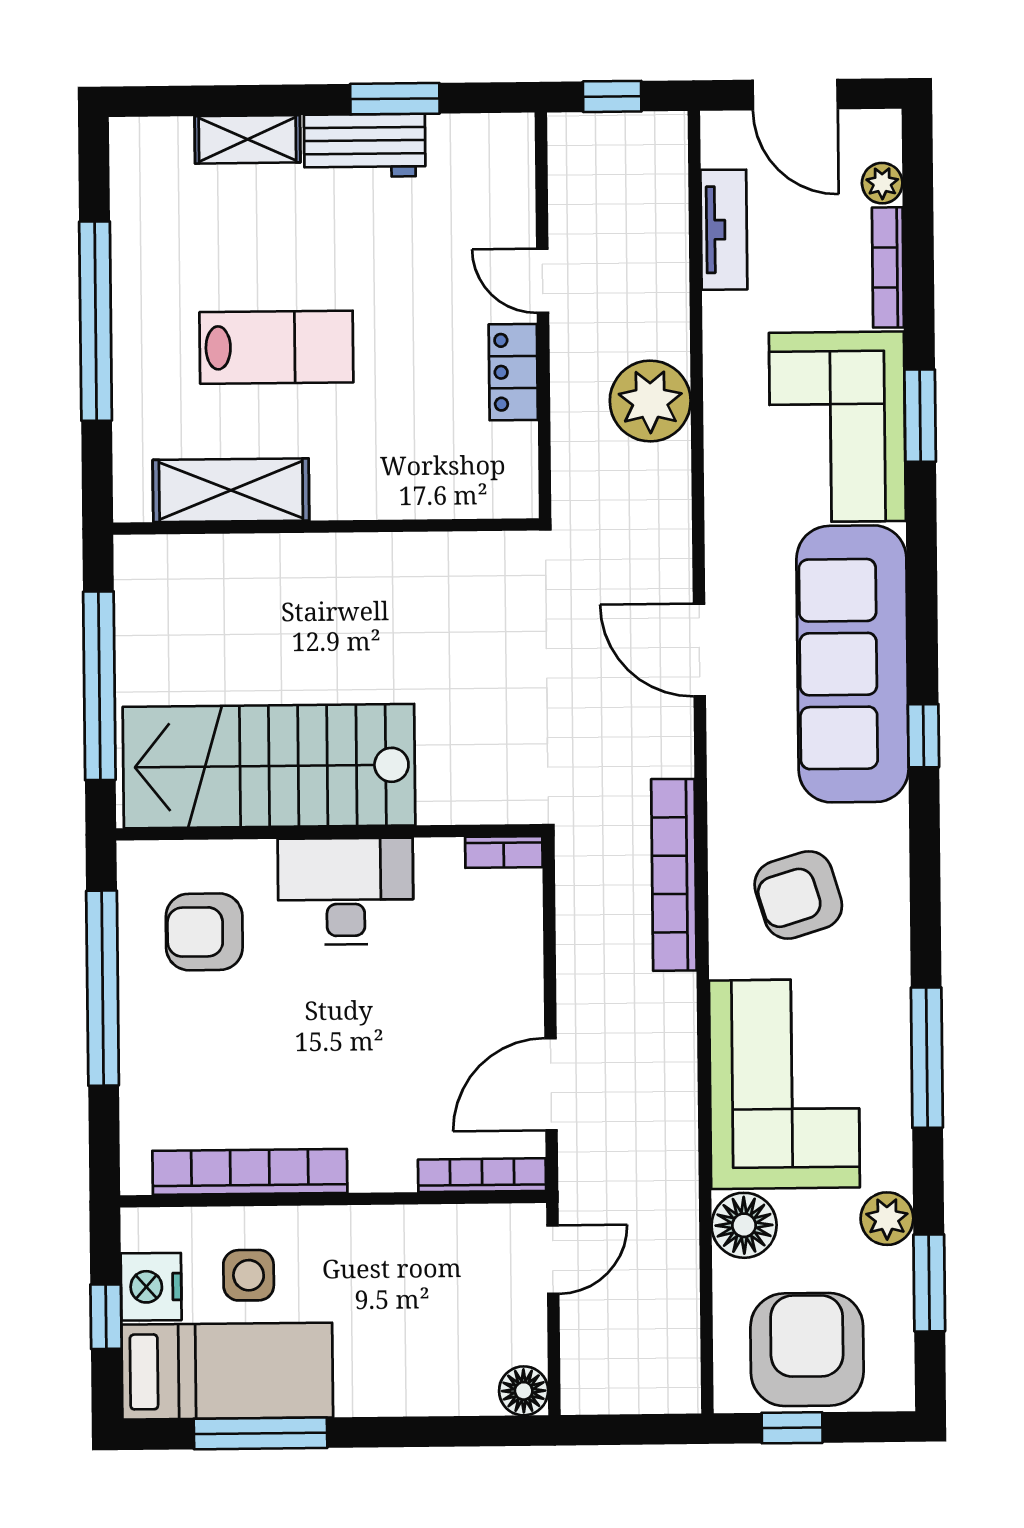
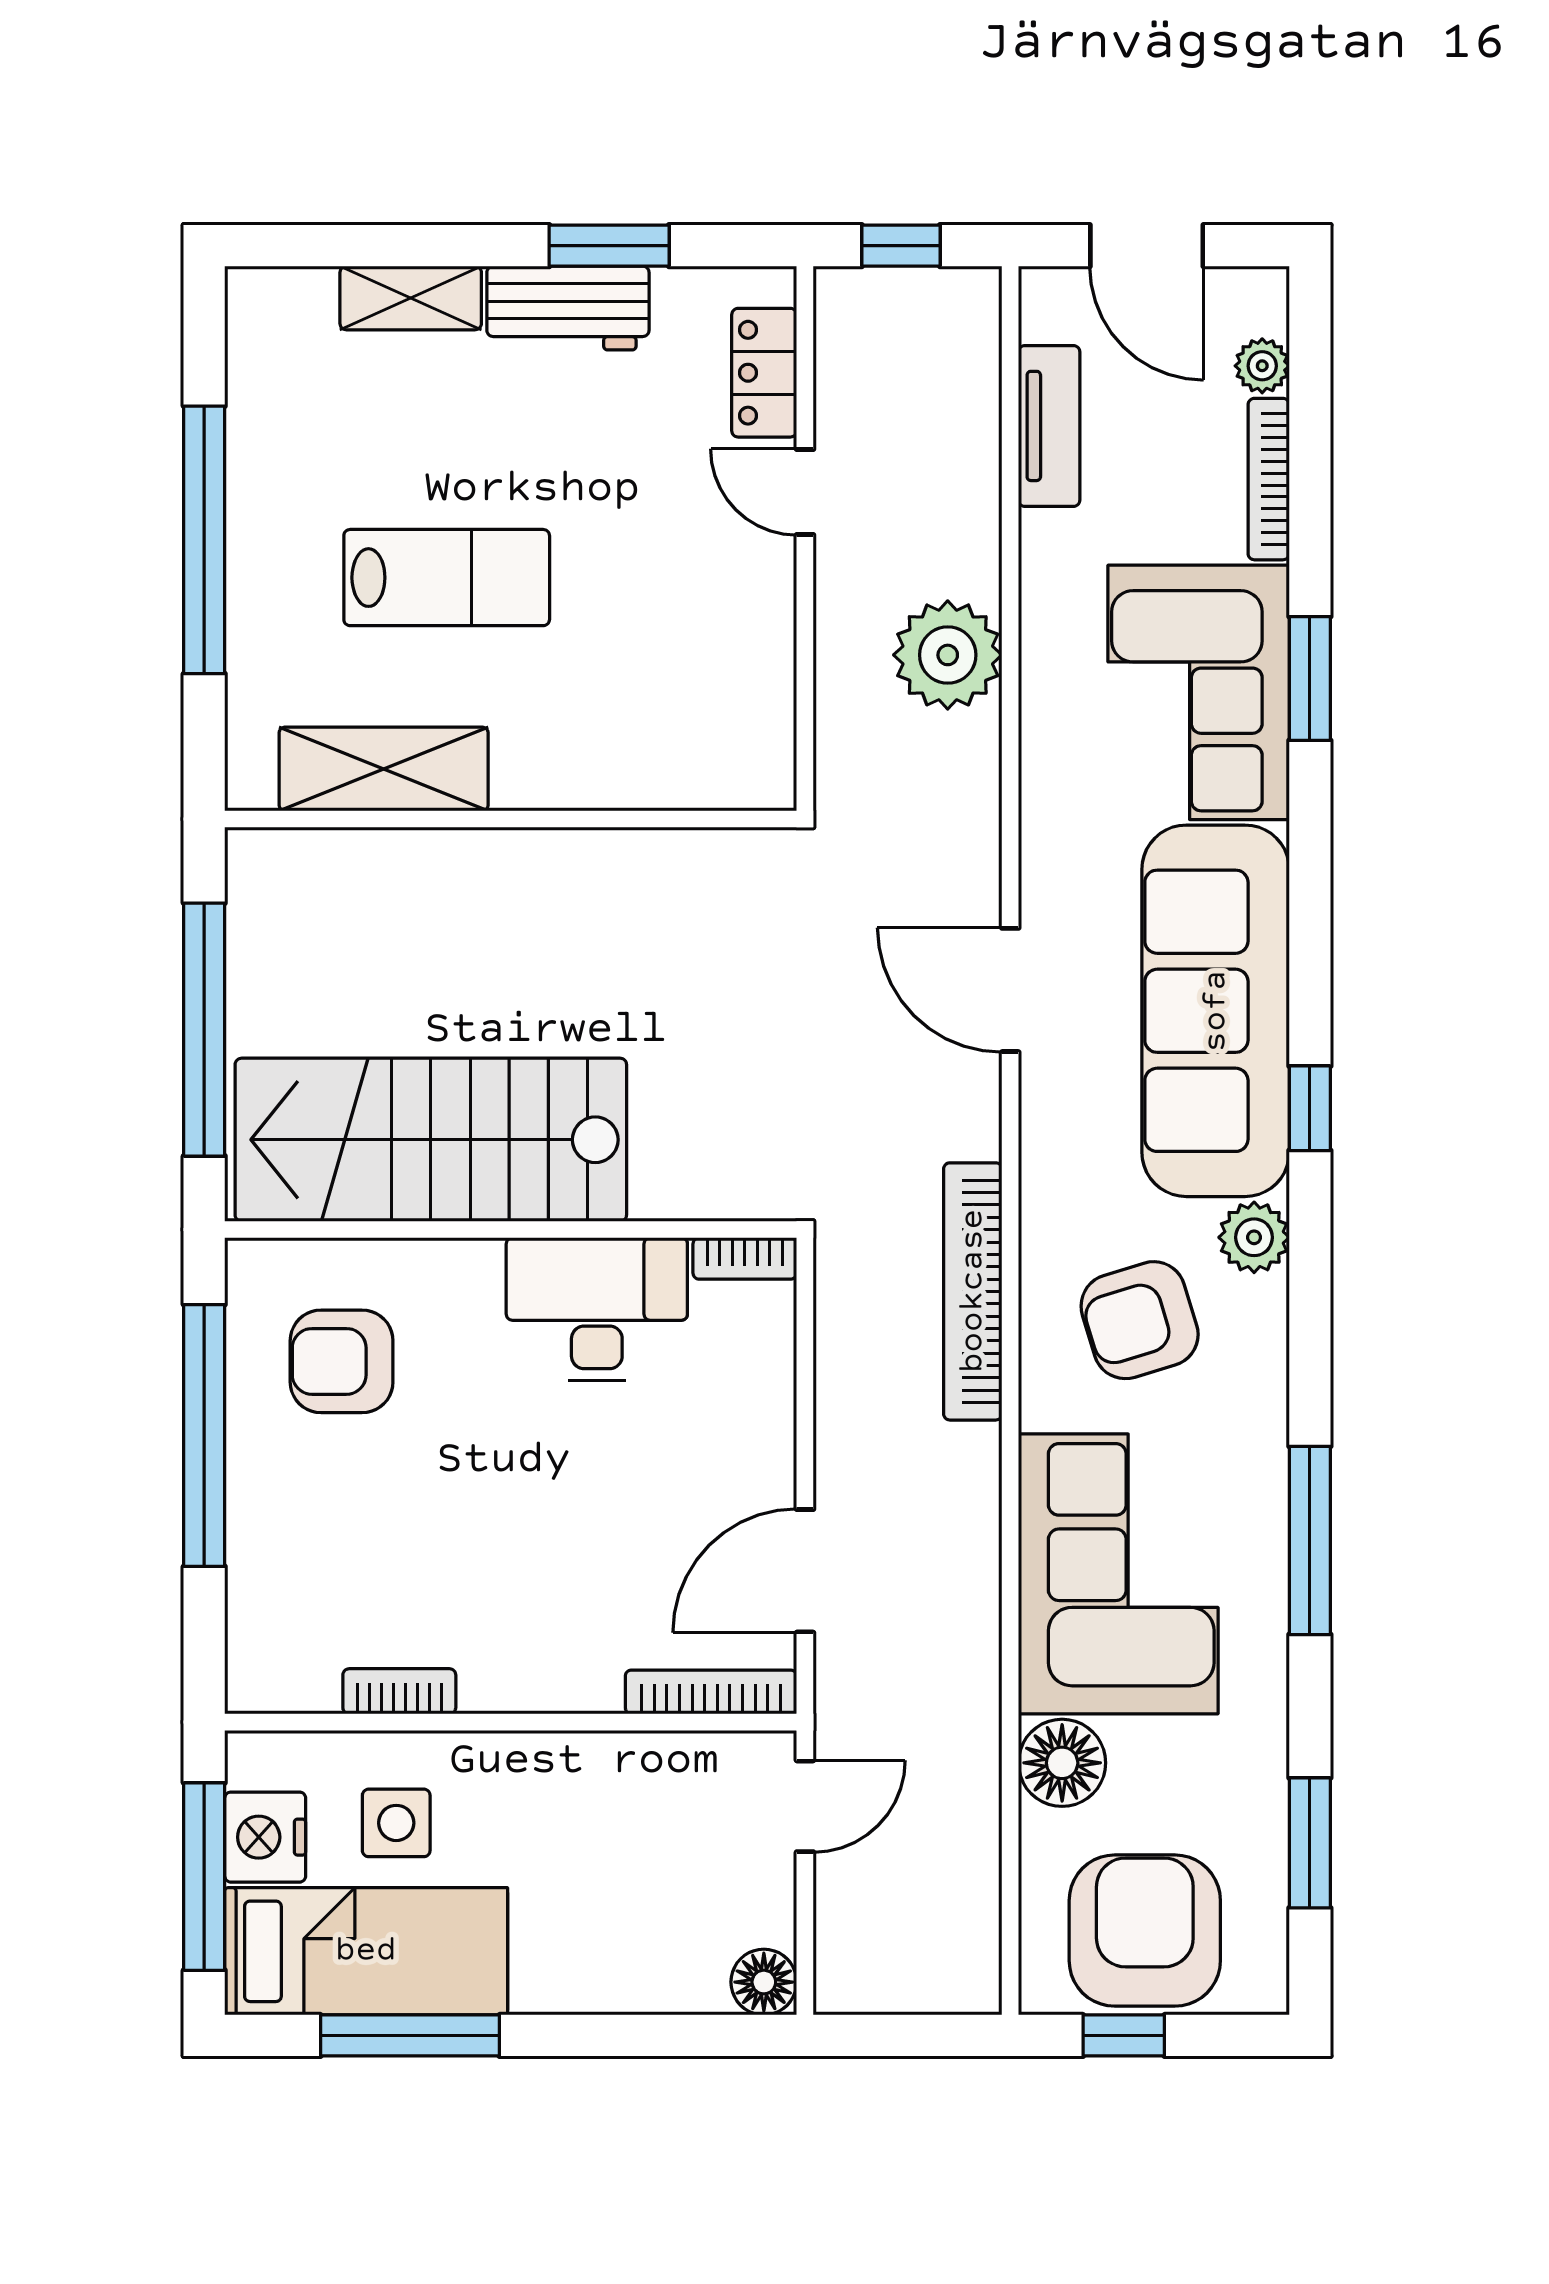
locker: (513, 372) -> (764, 373), moved
desk: (346, 891) -> (597, 1309), moved
bookcase: (250, 1172) -> (399, 1691), width x0.43, depth x0.76
plant: (887, 1219) -> (1254, 1237), moved
window: (106, 1317) -> (204, 1877), width x2.17

